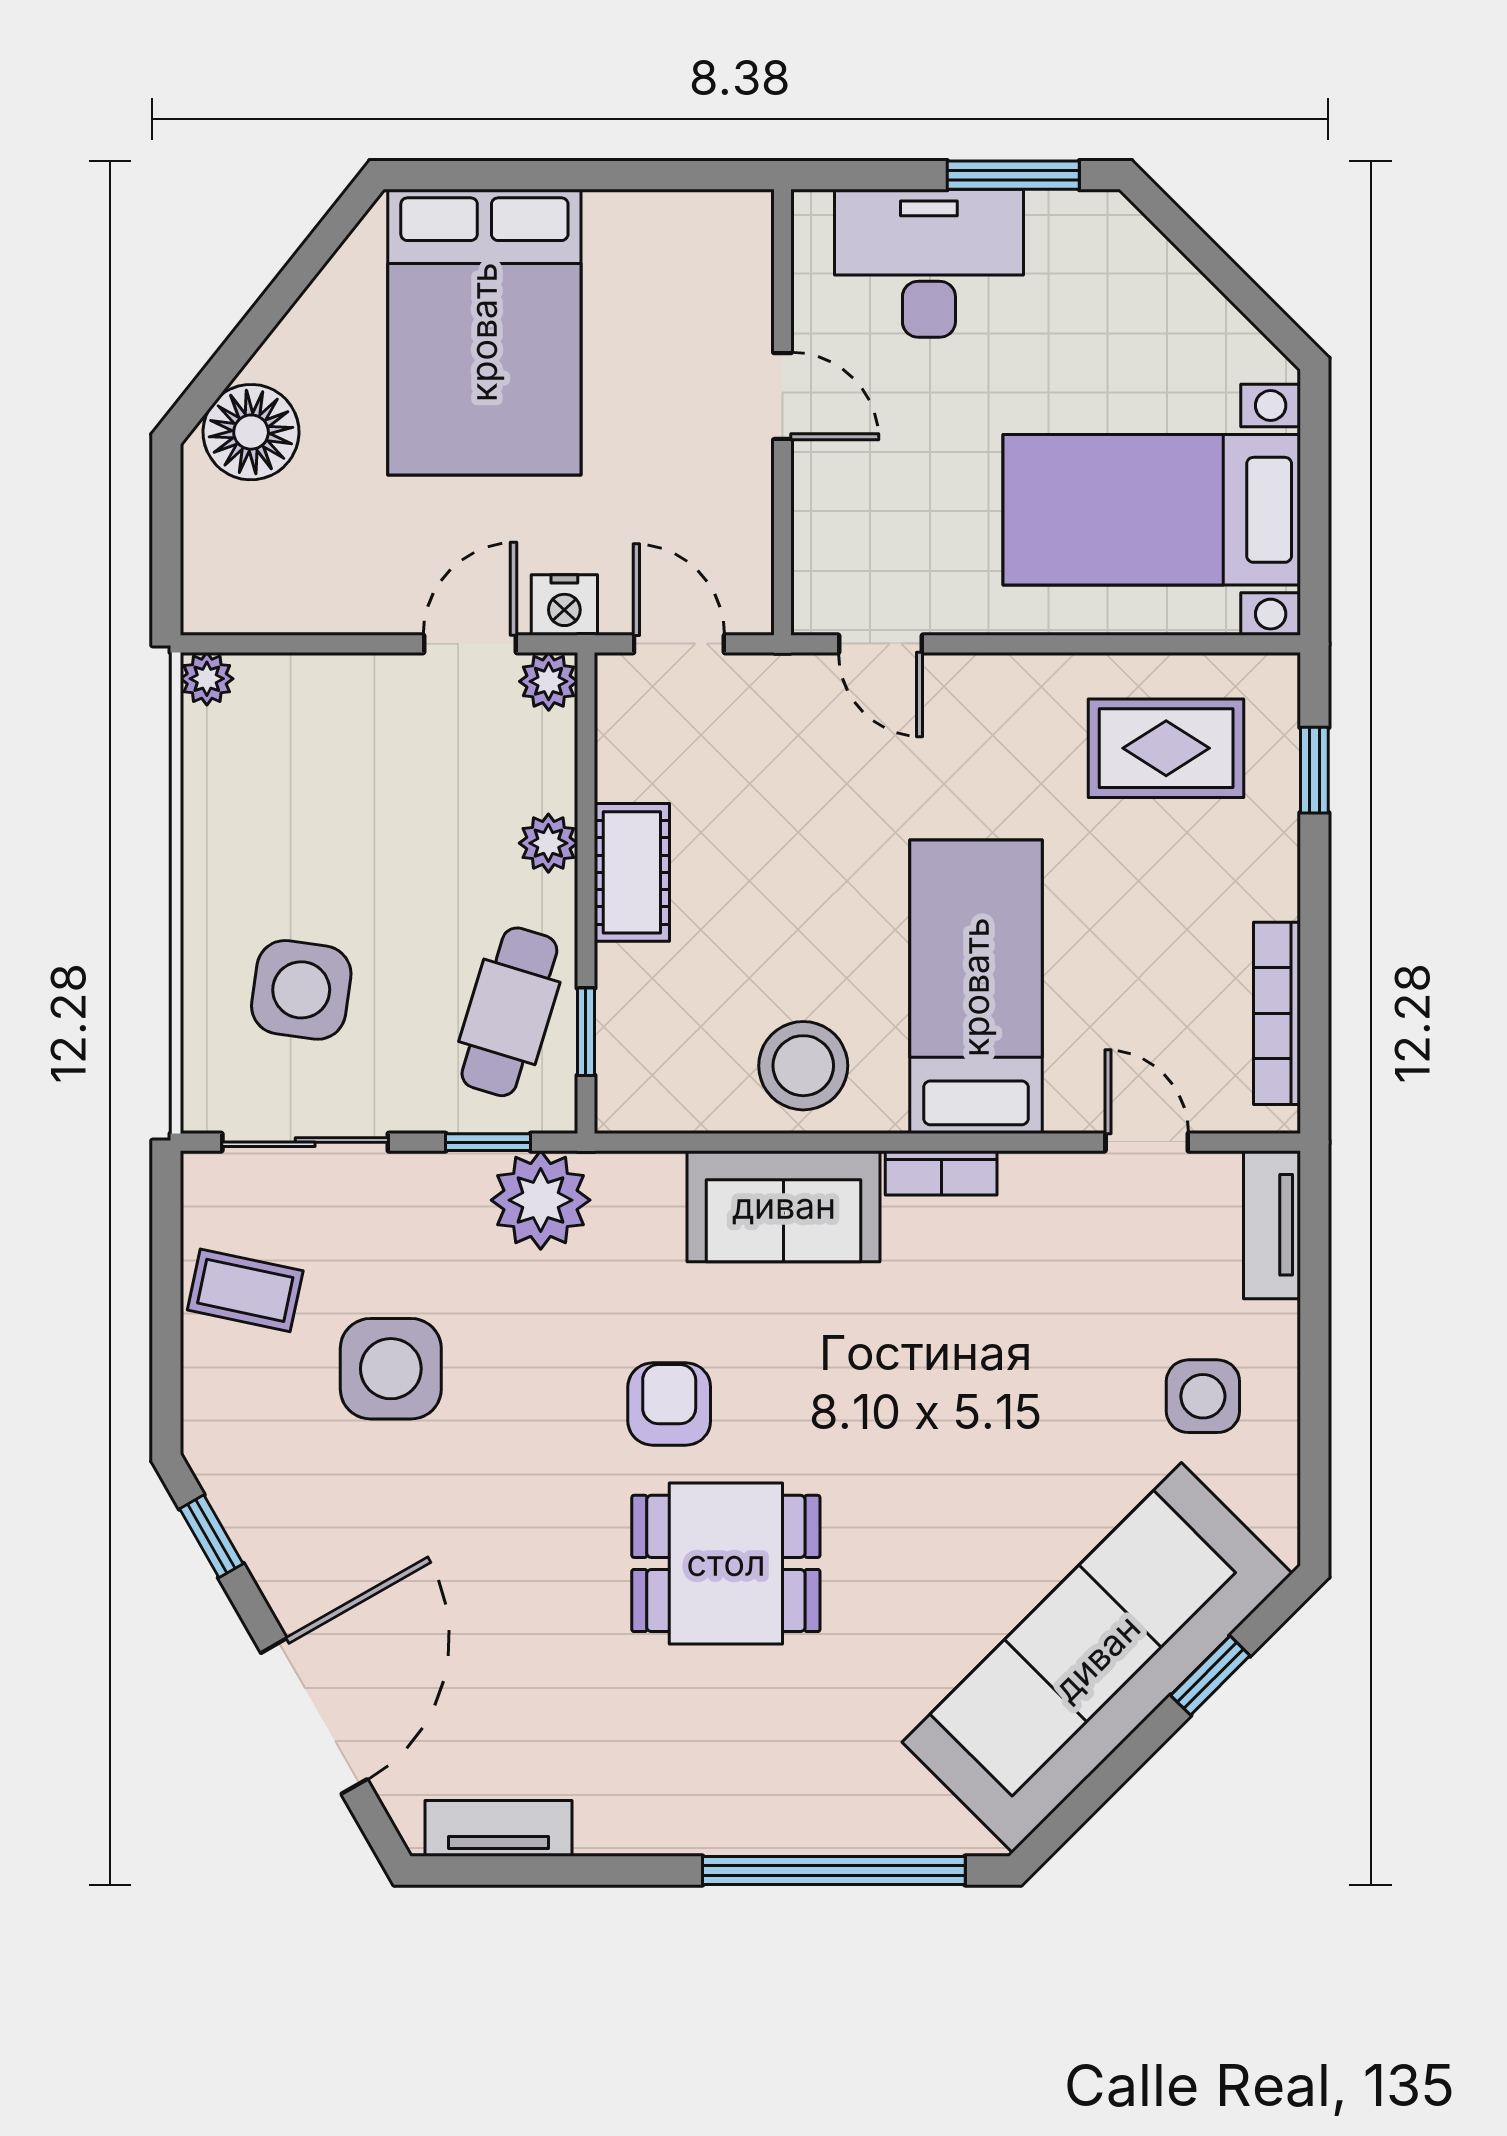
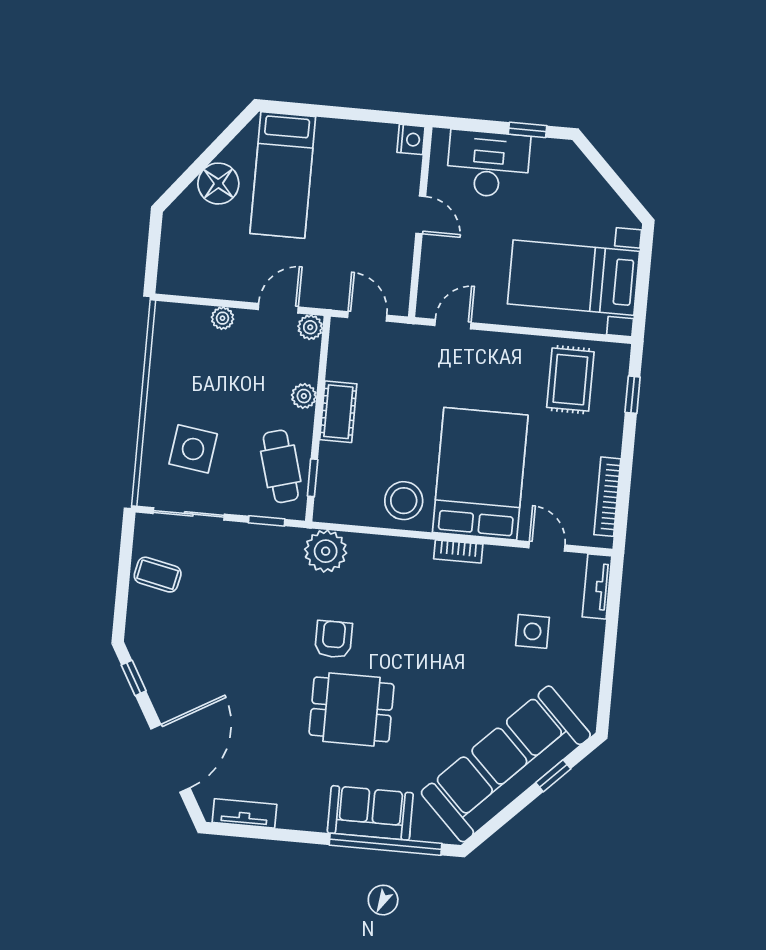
window: (1013, 175) -> (528, 130), width x0.67
bed: (484, 332) -> (283, 175), width x0.67
floor lamp: (251, 432) -> (218, 184), moved
nightstand: (564, 605) -> (411, 139), moved, turned -90
door: (880, 644) -> (453, 324), swing flipped
plant: (207, 679) -> (222, 318), moved
rug: (1166, 748) -> (570, 380), turned 90
bed: (976, 987) -> (480, 474), width x1.50
cafe table: (509, 1012) -> (281, 466), turned -33
plant: (541, 1200) -> (326, 551), moved
sofa: (784, 1206) -> (370, 813), moved, turned 180
side table: (391, 1369) -> (216, 614), removed
side table: (1203, 1396) -> (532, 631), moved

